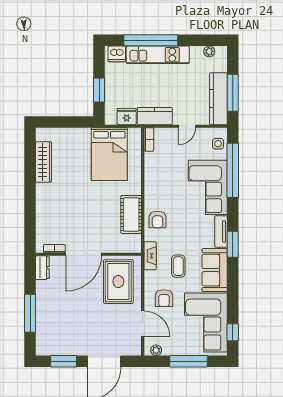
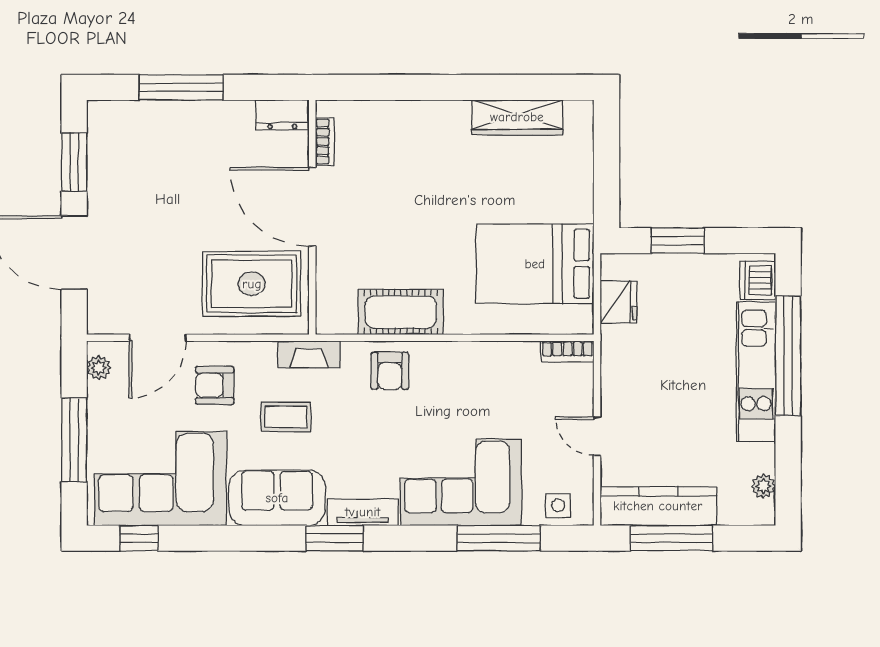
kitchen counter: (155, 116) -> (620, 365), removed
window: (233, 170) -> (499, 538), width x0.68
armchair: (158, 219) -> (390, 371), turned -90

